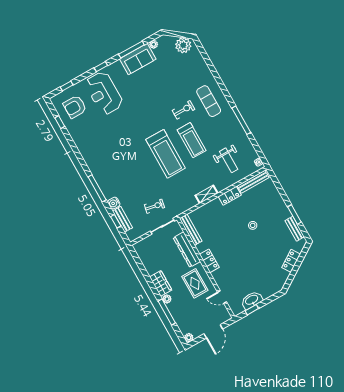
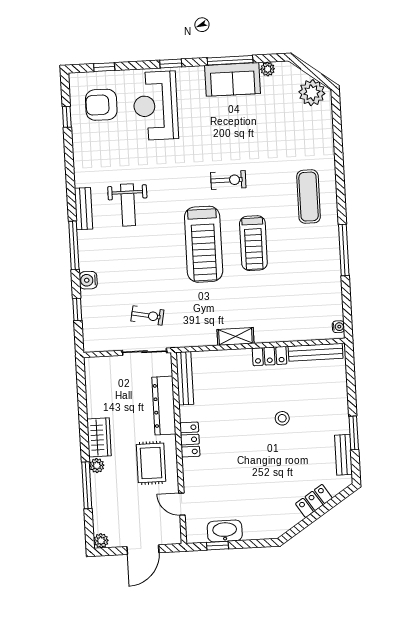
exercise bike: (184, 110) -> (228, 180), moved
weight bench: (229, 160) -> (128, 205), moved
bench: (122, 219) -> (83, 209), moved

